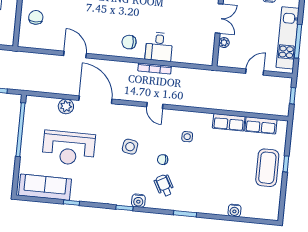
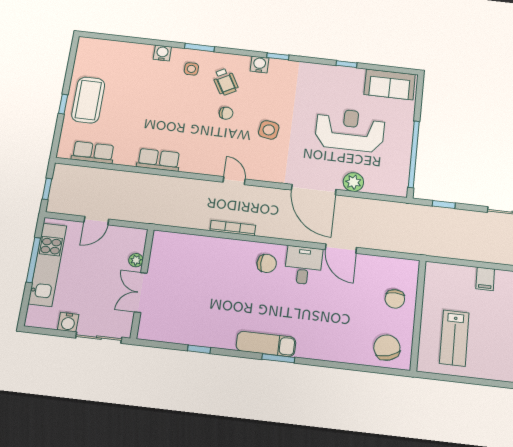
desk: (159, 47) -> (303, 265), moved
row of seats: (229, 122) -> (159, 160), moved
side table: (187, 137) -> (191, 69), moved
sofa: (45, 187) -> (390, 84), width x0.73
water cooler: (234, 210) -> (162, 53), moved

